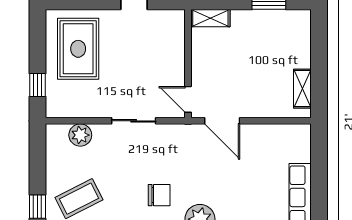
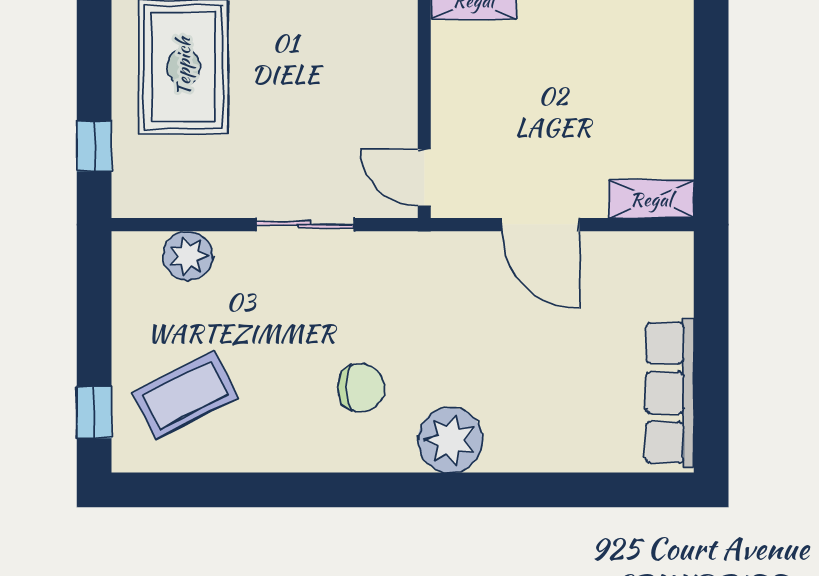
shelving: (302, 89) -> (651, 199), moved, turned 90
door: (222, 121) -> (541, 225), moved

